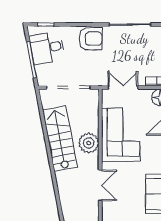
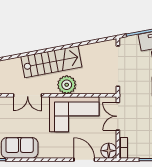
double door: (123, 88) -> (118, 116), swing flipped
stairs: (60, 139) -> (51, 62), moved

